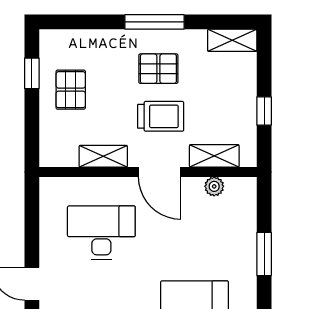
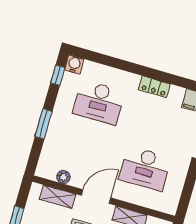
door: (160, 172) -> (96, 197), hinge flipped

